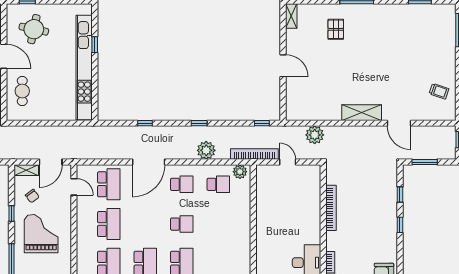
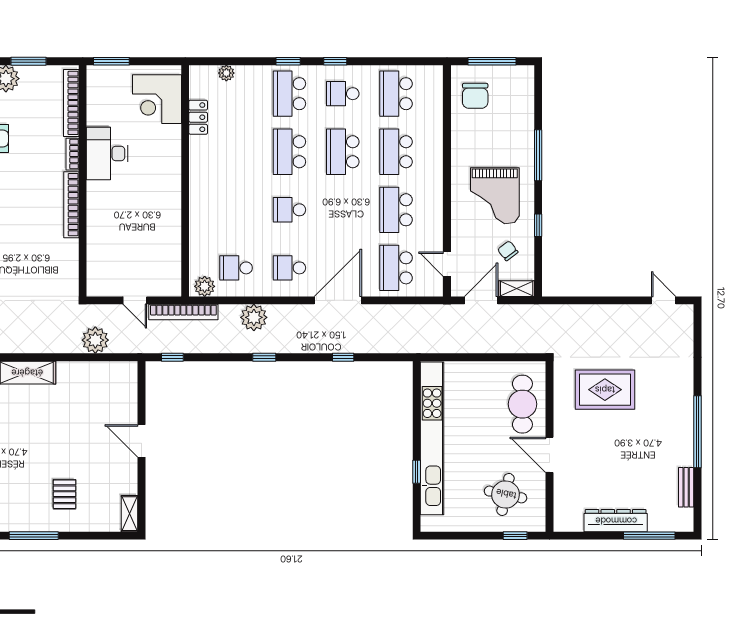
cafe table: (22, 91) -> (522, 404), width x1.37, depth x1.35
bookcase: (331, 208) -> (71, 205), moved

